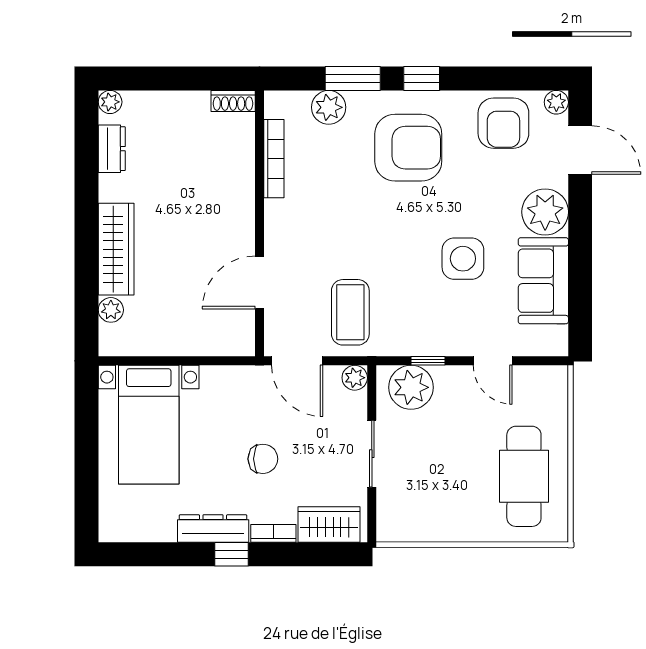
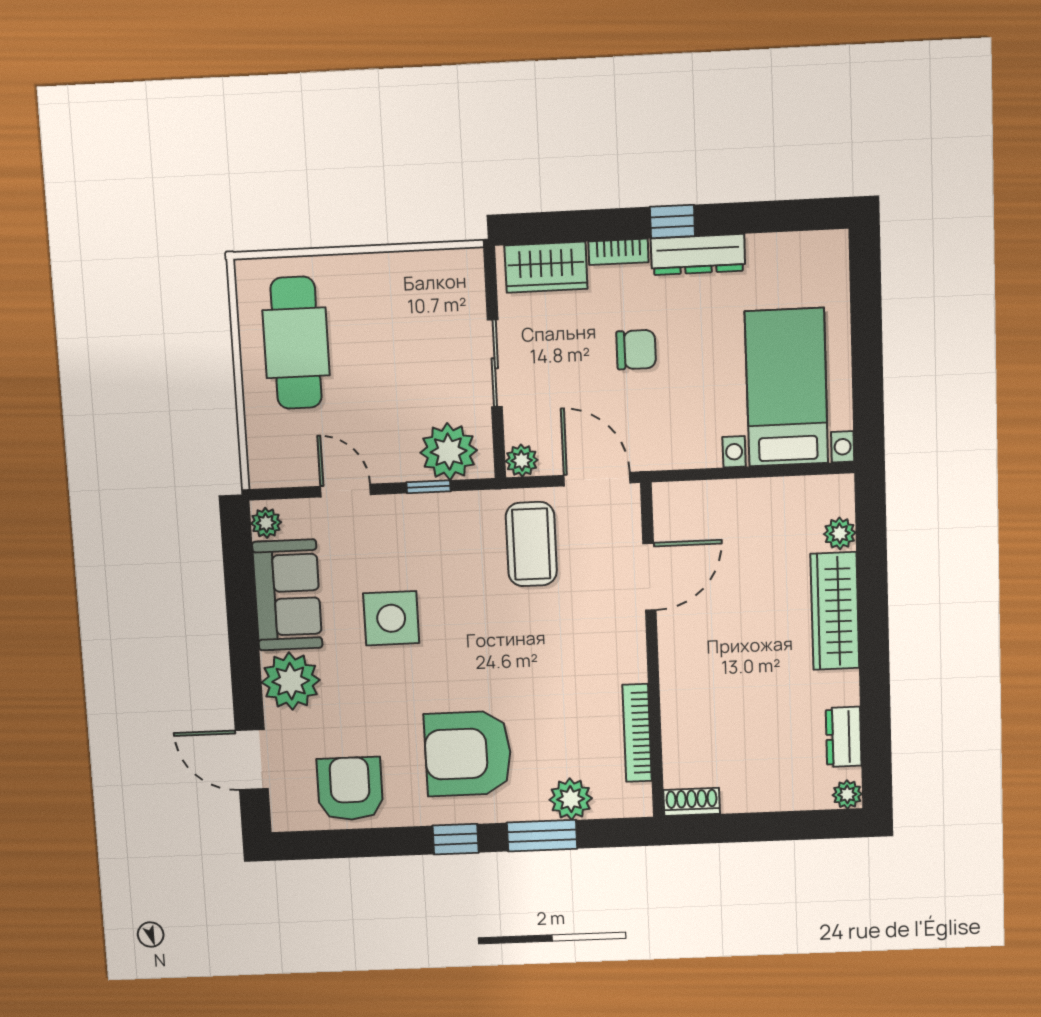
plant: (556, 102) -> (266, 523), moved
chair: (263, 459) -> (636, 350), turned 180

